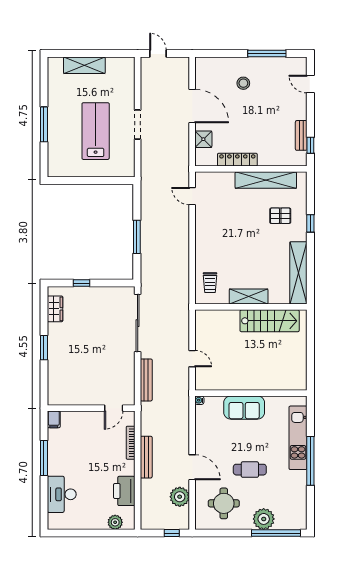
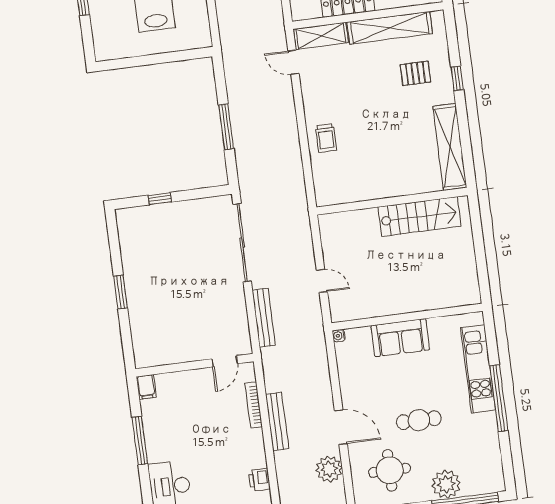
trolley: (210, 283) -> (326, 138), moved
shelving: (249, 297) -> (321, 36), moved
wardrobe: (55, 309) -> (129, 238), removed
printer: (124, 491) -> (259, 480), width x0.53, depth x0.68

